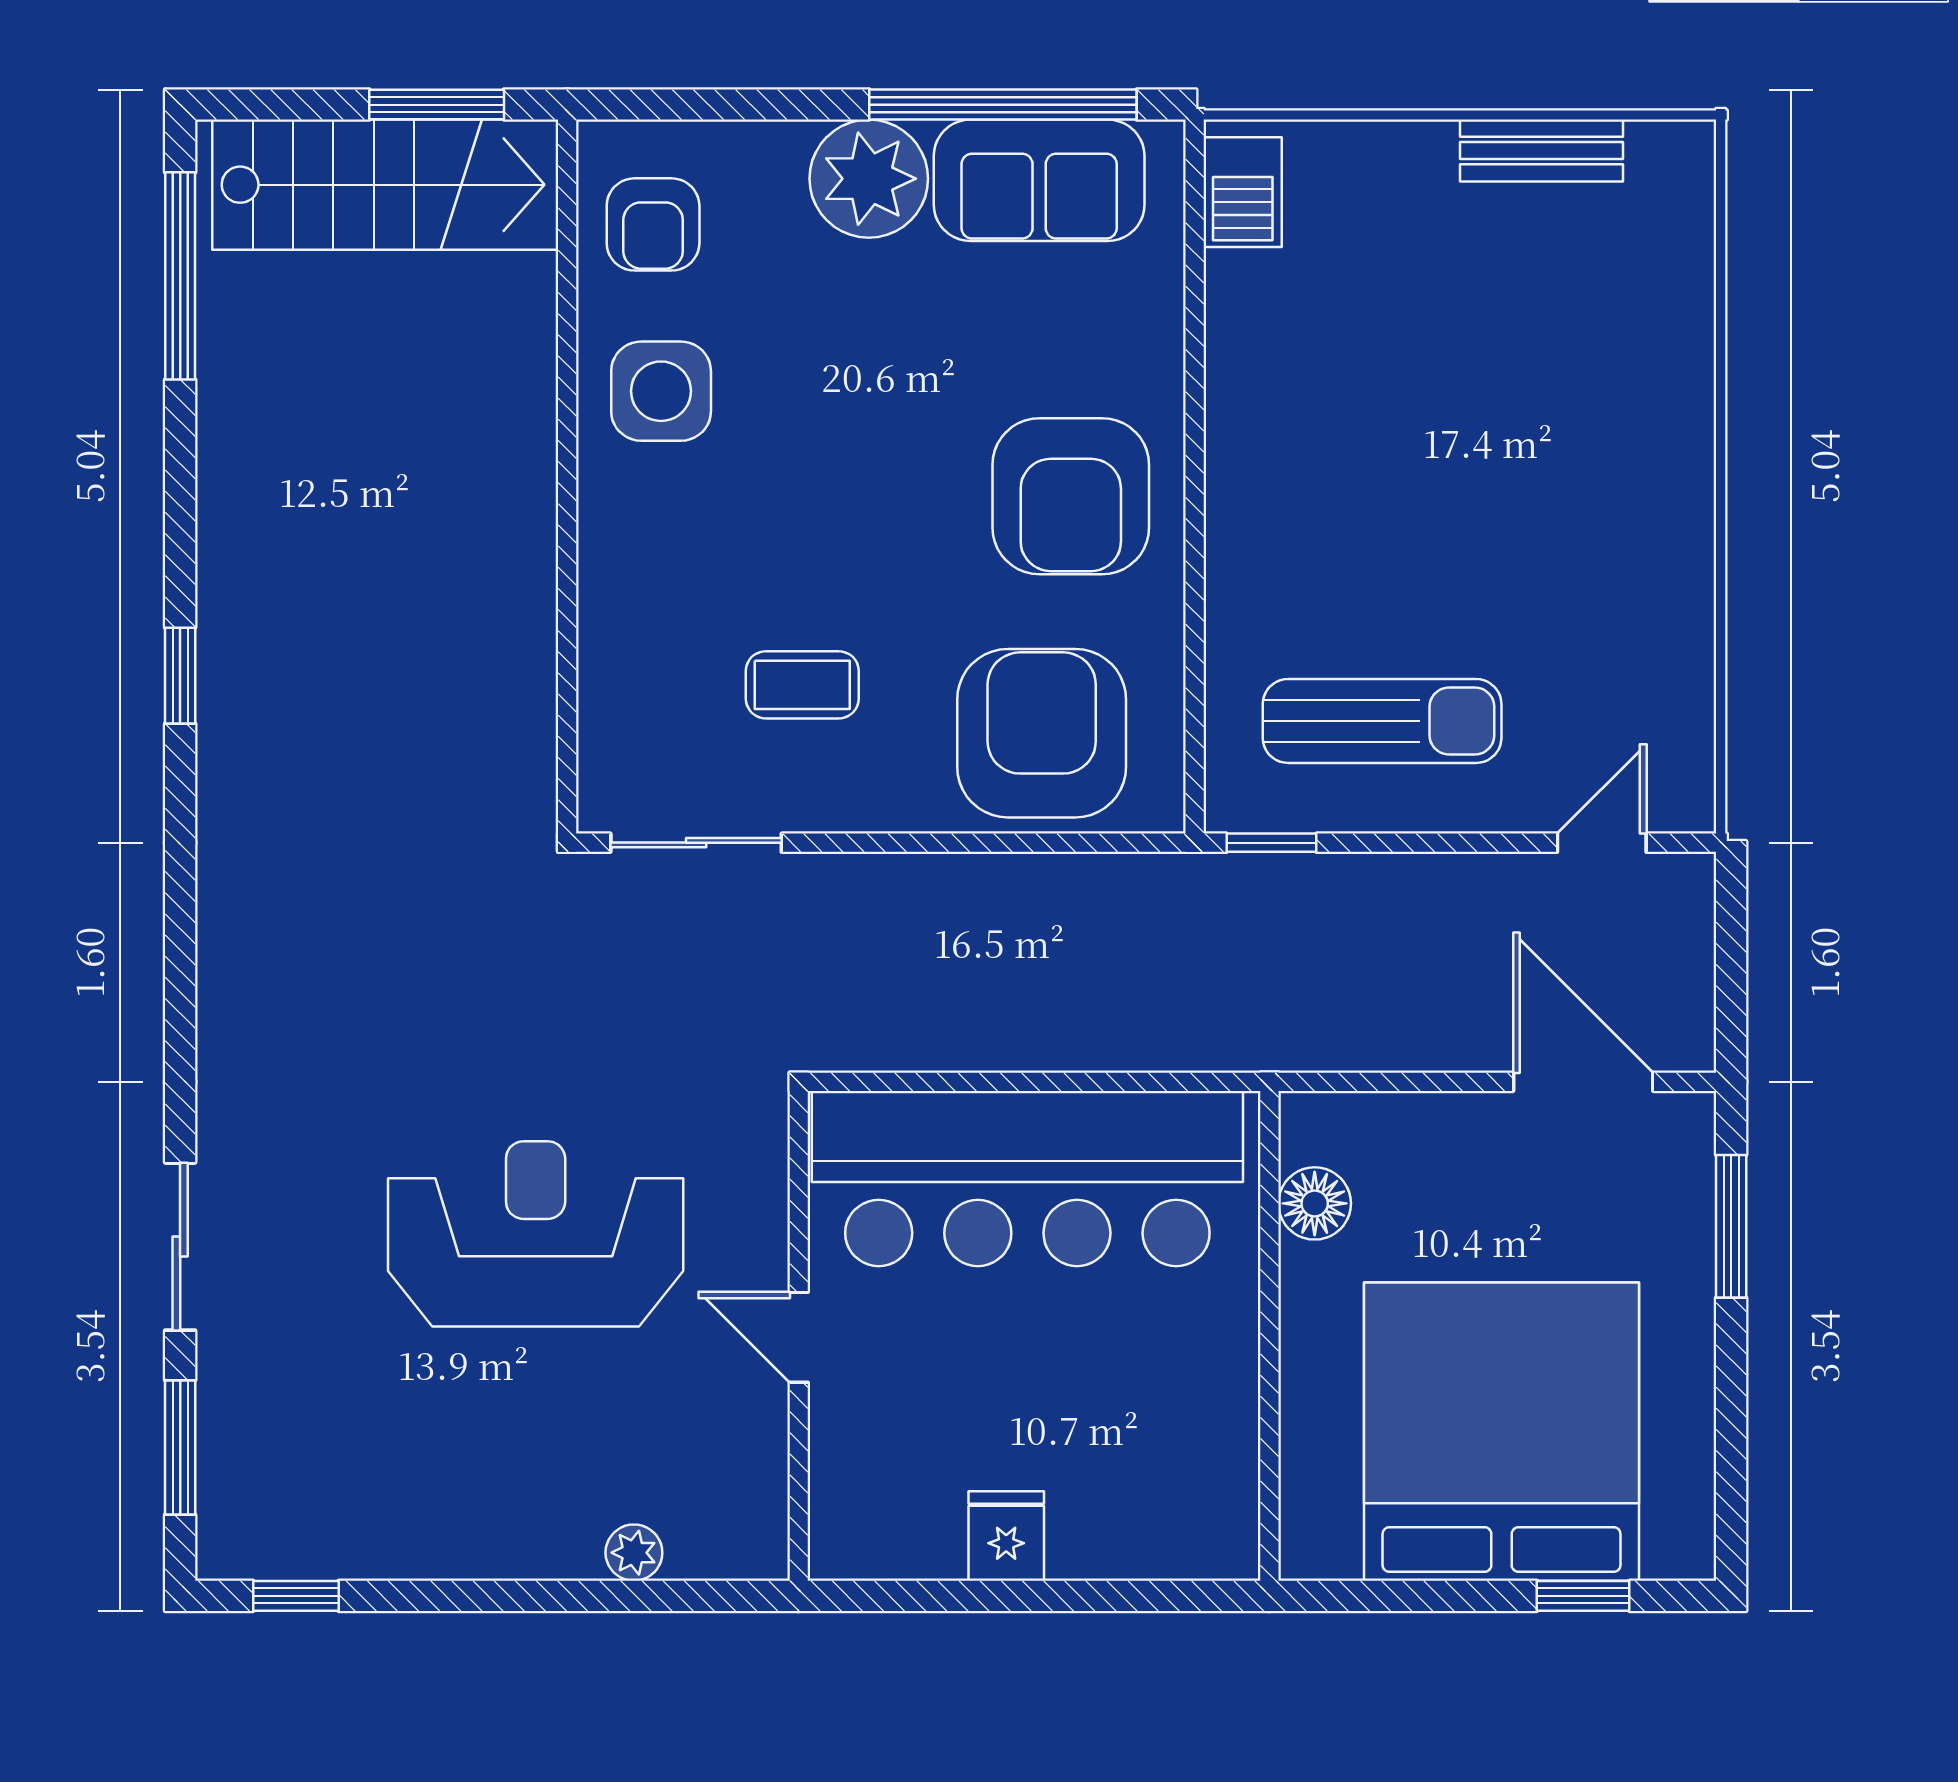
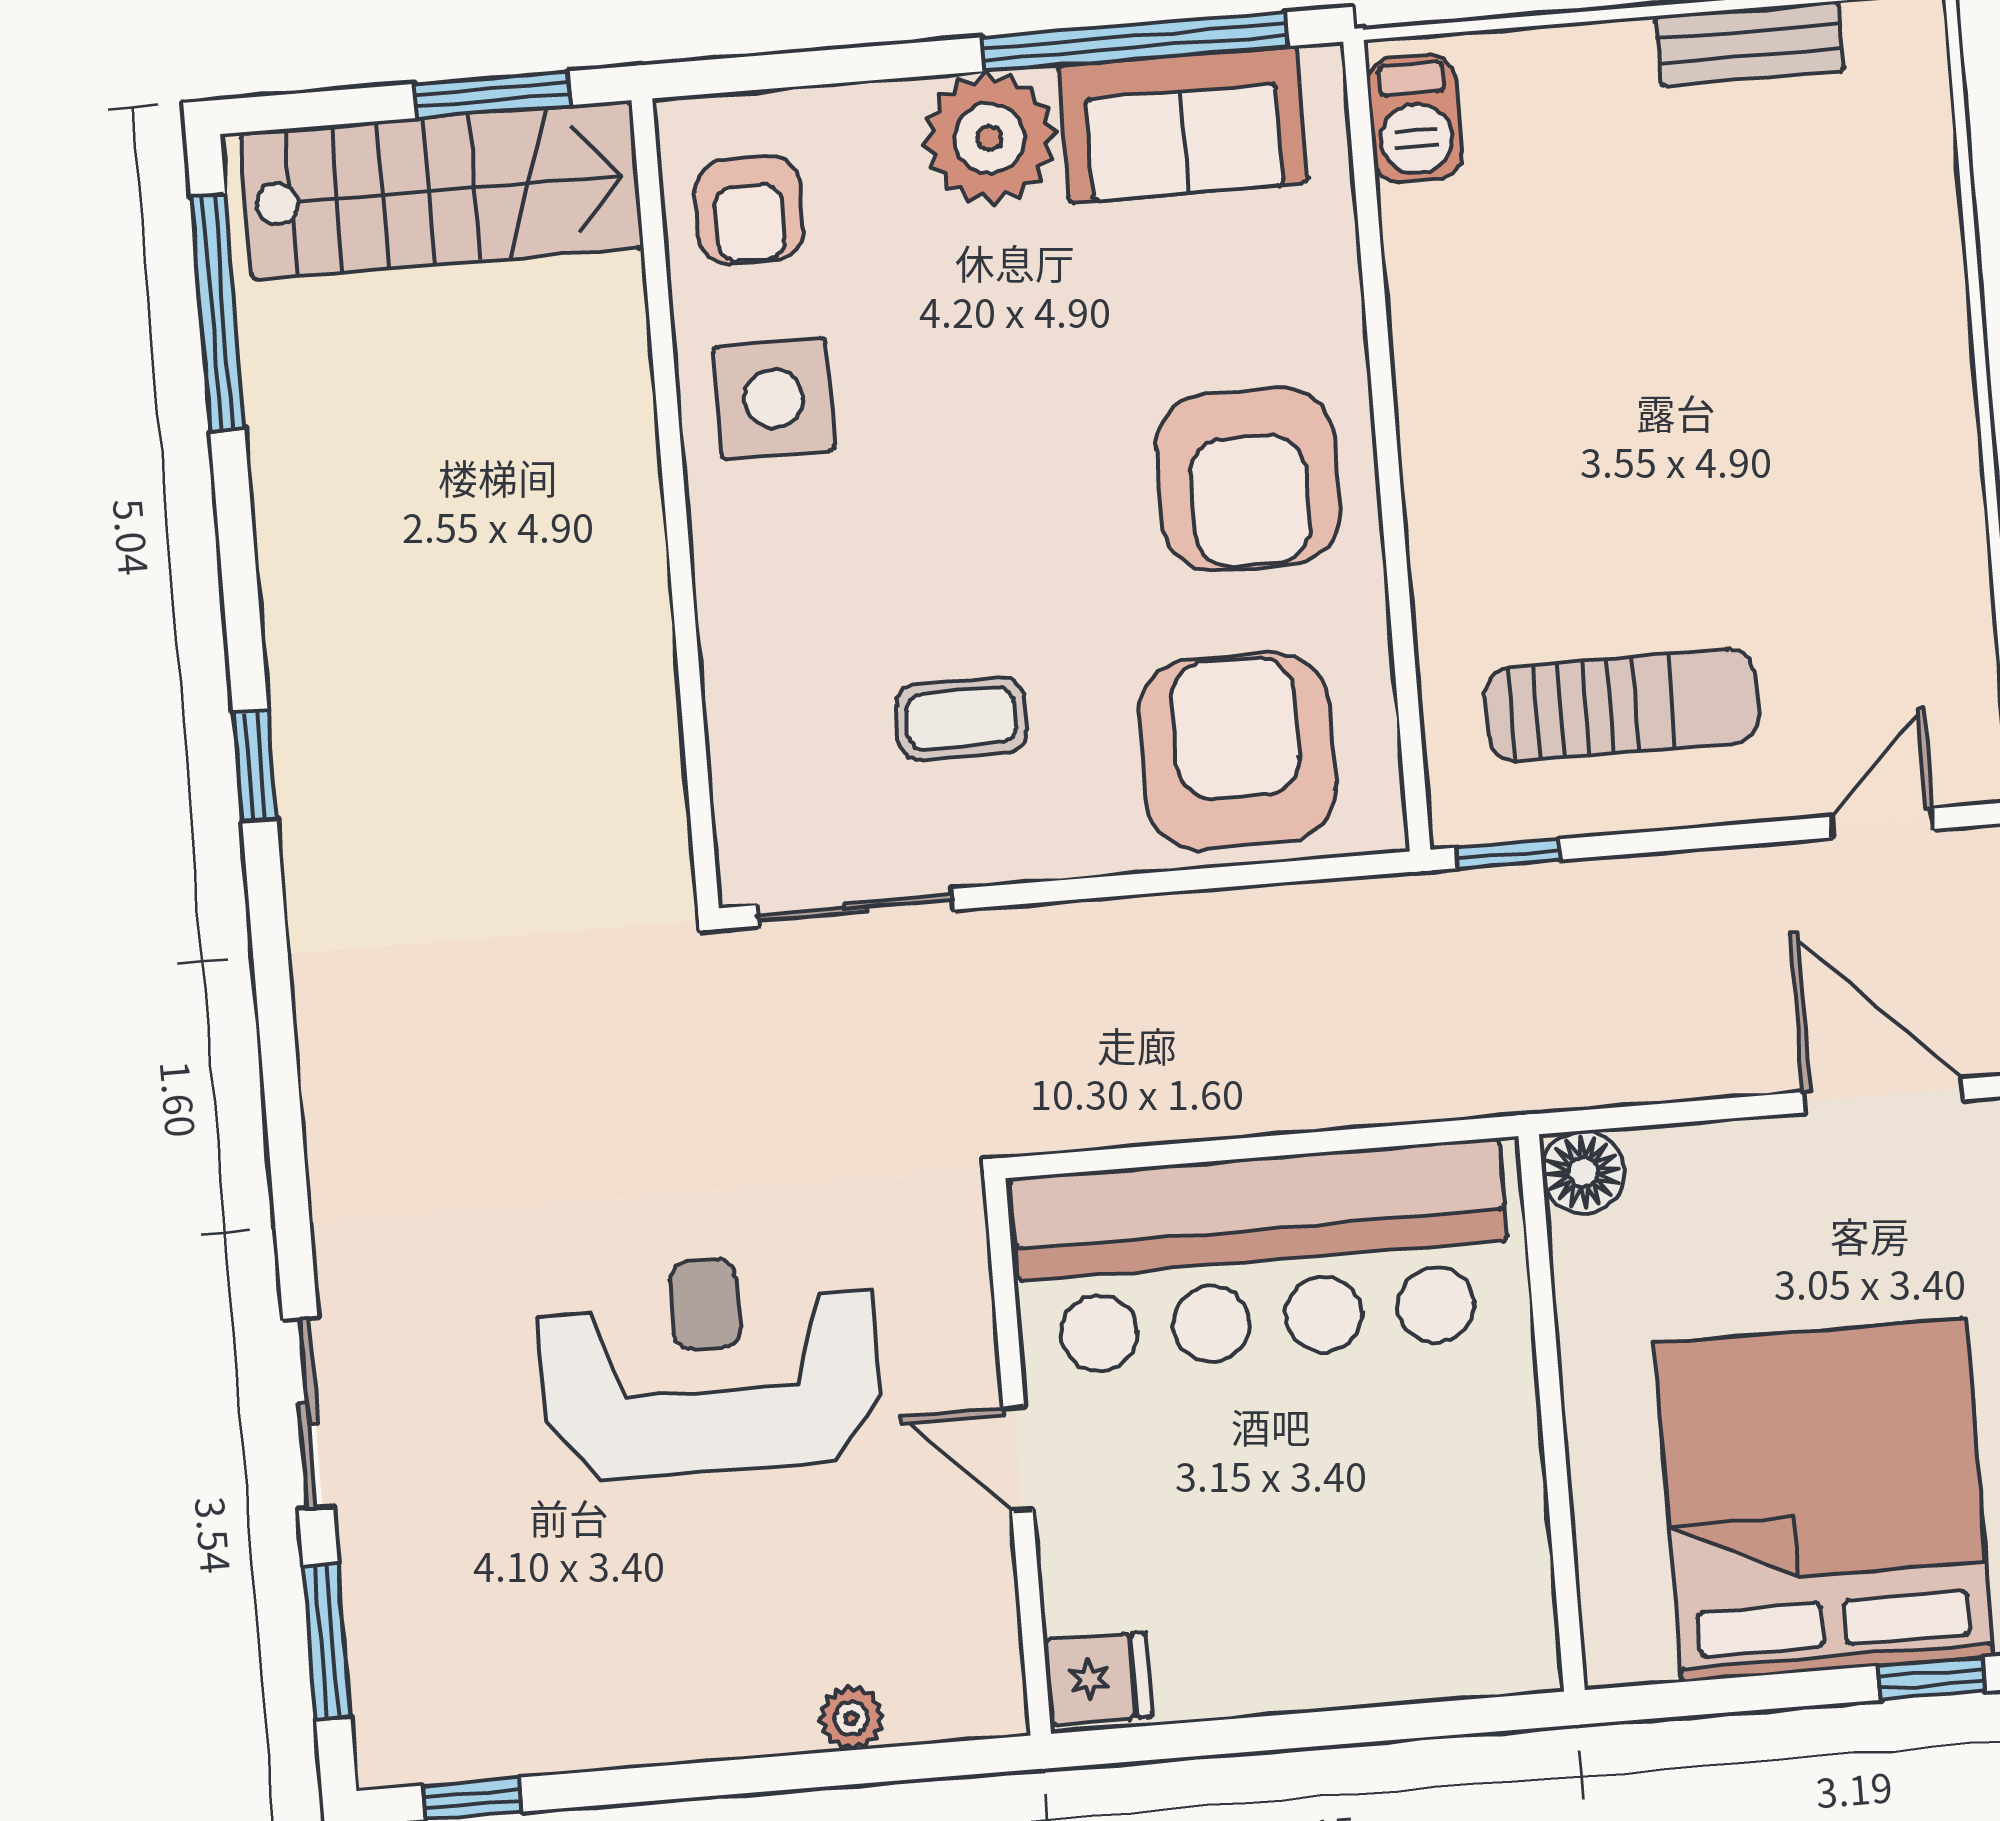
floor lamp: (1315, 1203) -> (1583, 1172), moved
fridge: (1006, 1536) -> (1097, 1679), moved, turned 90

